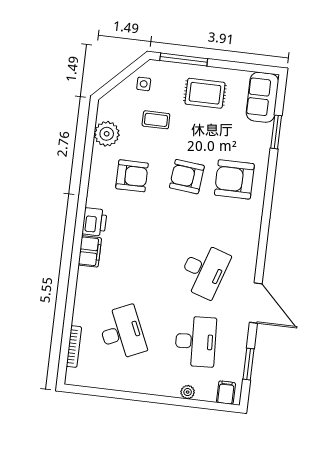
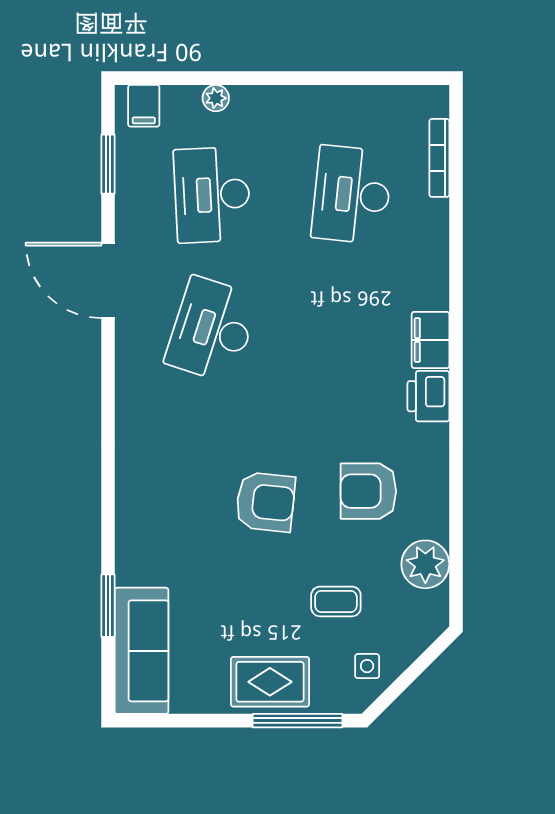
rug: (205, 93) -> (270, 682), moved
sofa: (262, 97) -> (141, 651), width x1.36
armchair: (234, 179) -> (176, 507), removed
desk: (122, 333) -> (352, 195), turned 30

